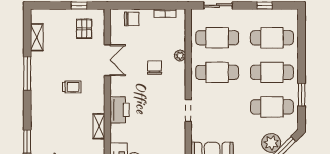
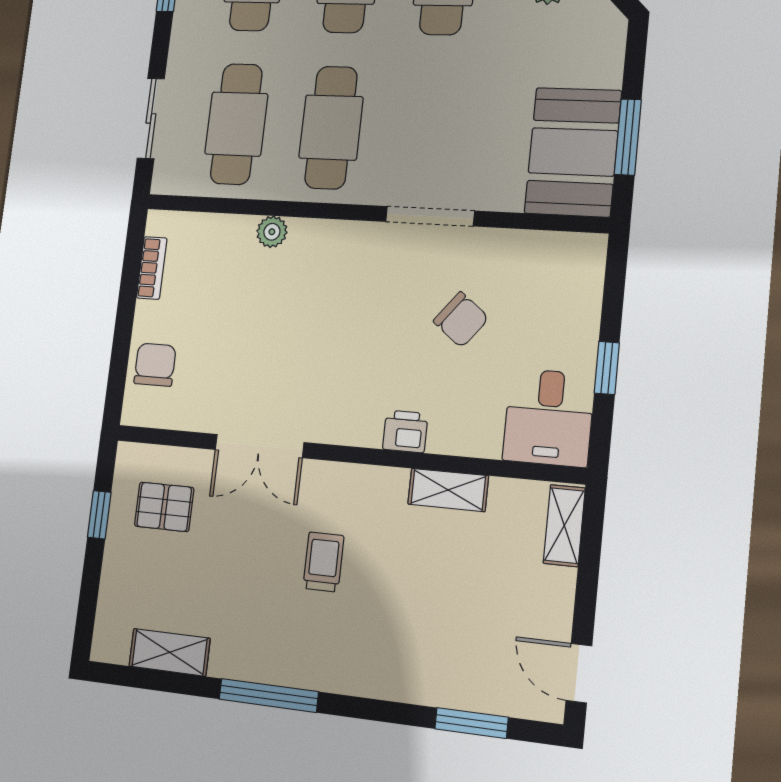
double door: (107, 60) -> (259, 446), swing flipped
chair: (155, 68) -> (461, 320), moved, turned -142
printer: (120, 110) -> (405, 431), width x0.53, depth x0.68
doorway: (188, 110) -> (430, 216), width x1.38

